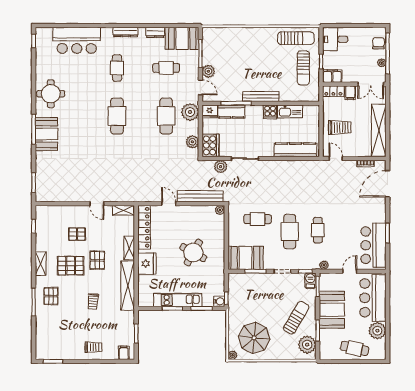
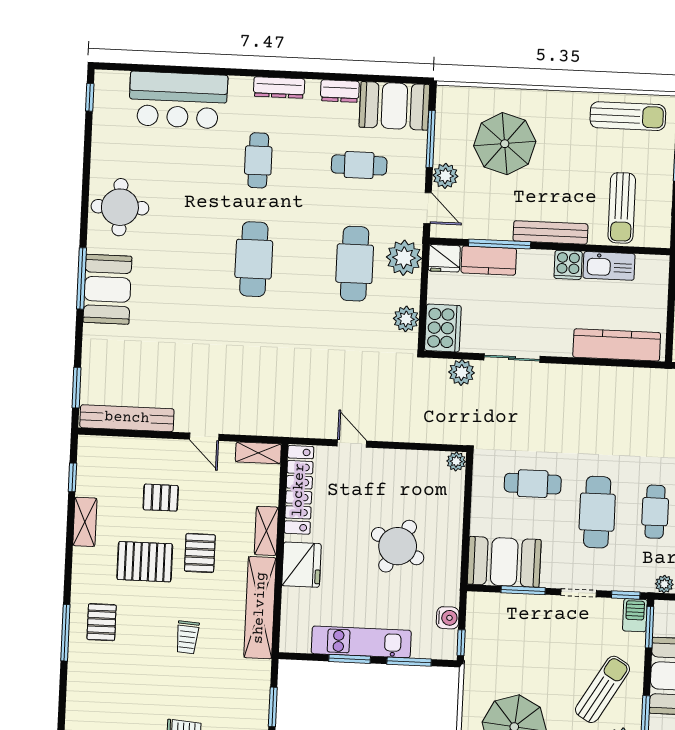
parasol: (237, 54) -> (505, 144), added
sun lounger: (303, 68) -> (622, 208), moved
bench: (200, 196) -> (127, 418), moved
shelving: (41, 264) -> (85, 522), moved
water cooler: (219, 301) -> (448, 618), moved

